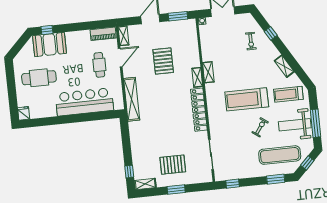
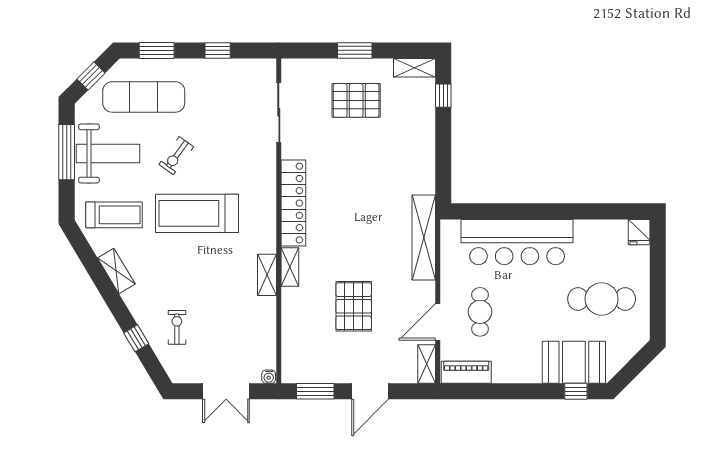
treadmill: (247, 99) -> (197, 213), turned 180
window: (233, 184) -> (218, 50), moved

